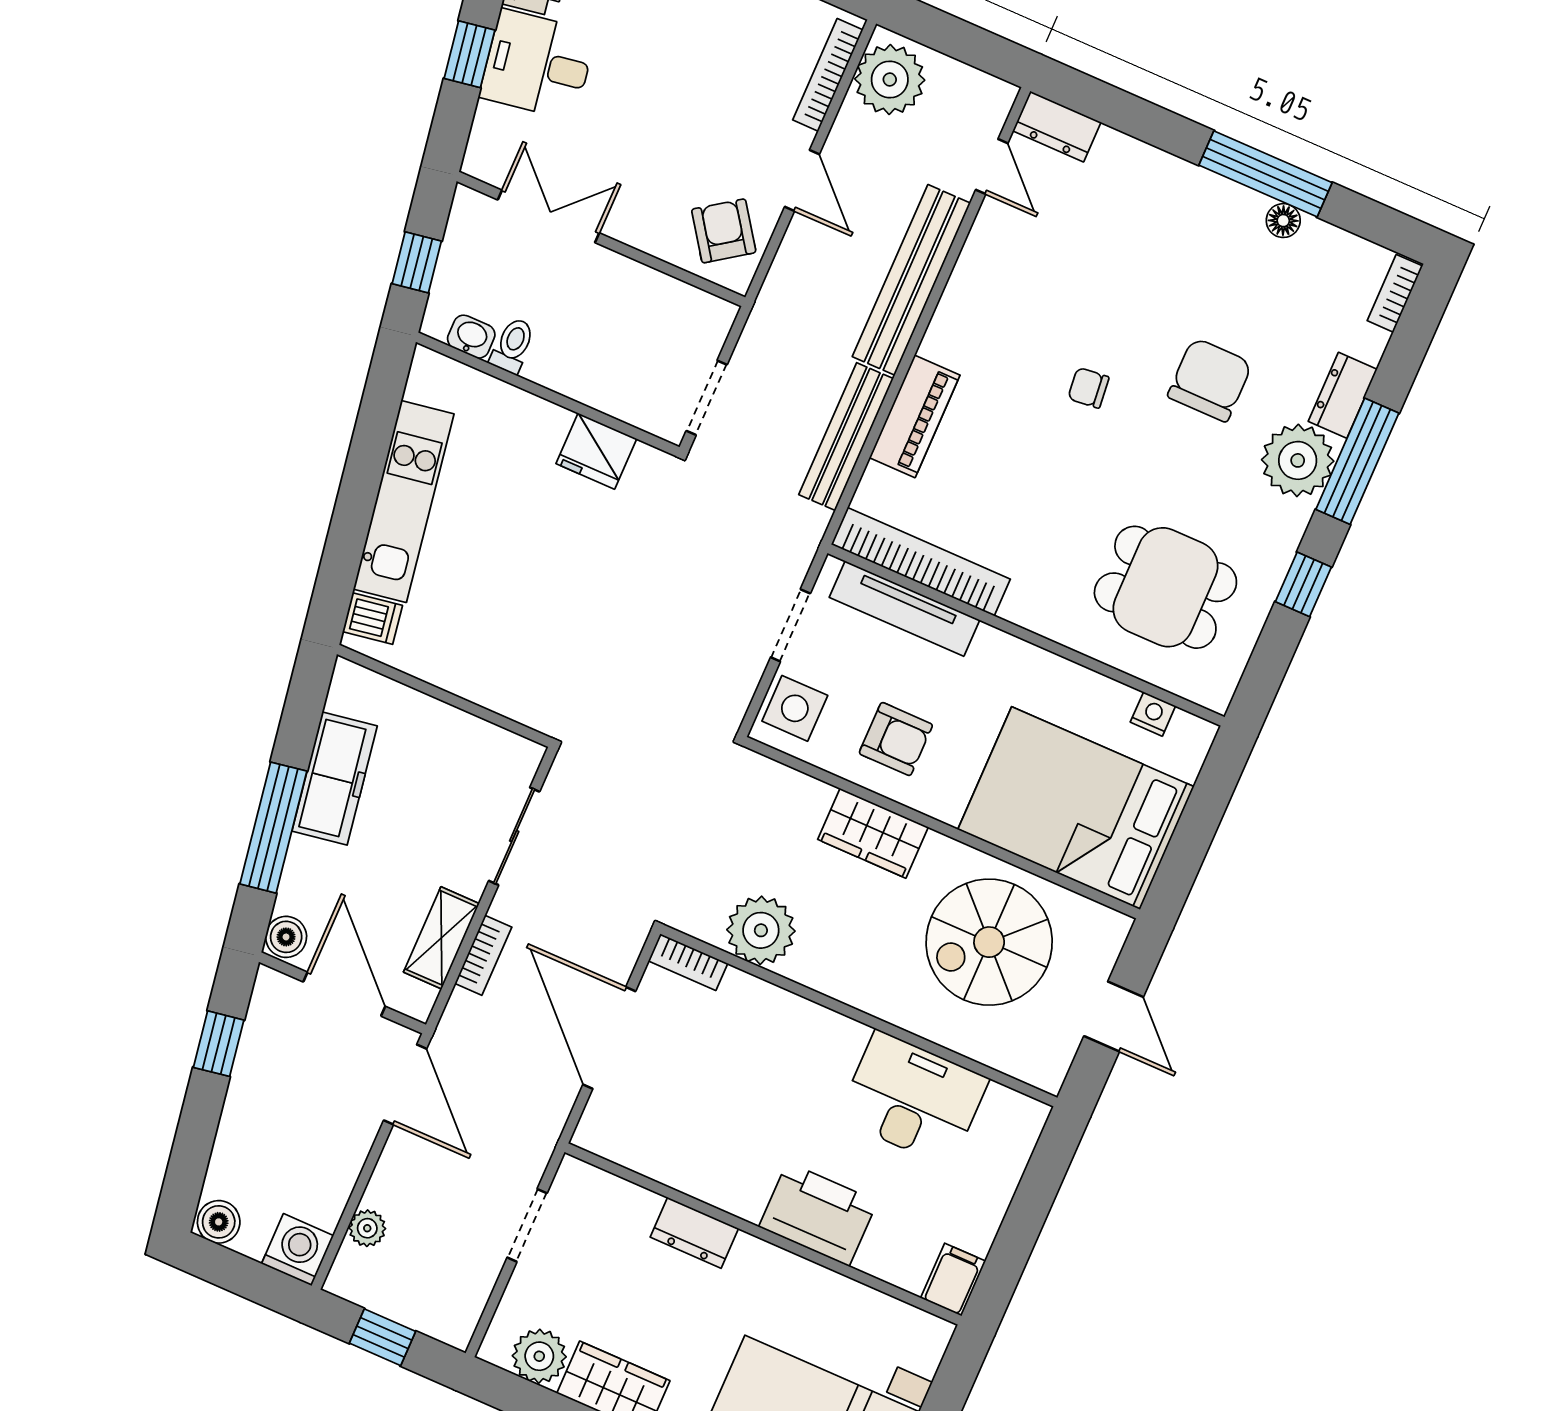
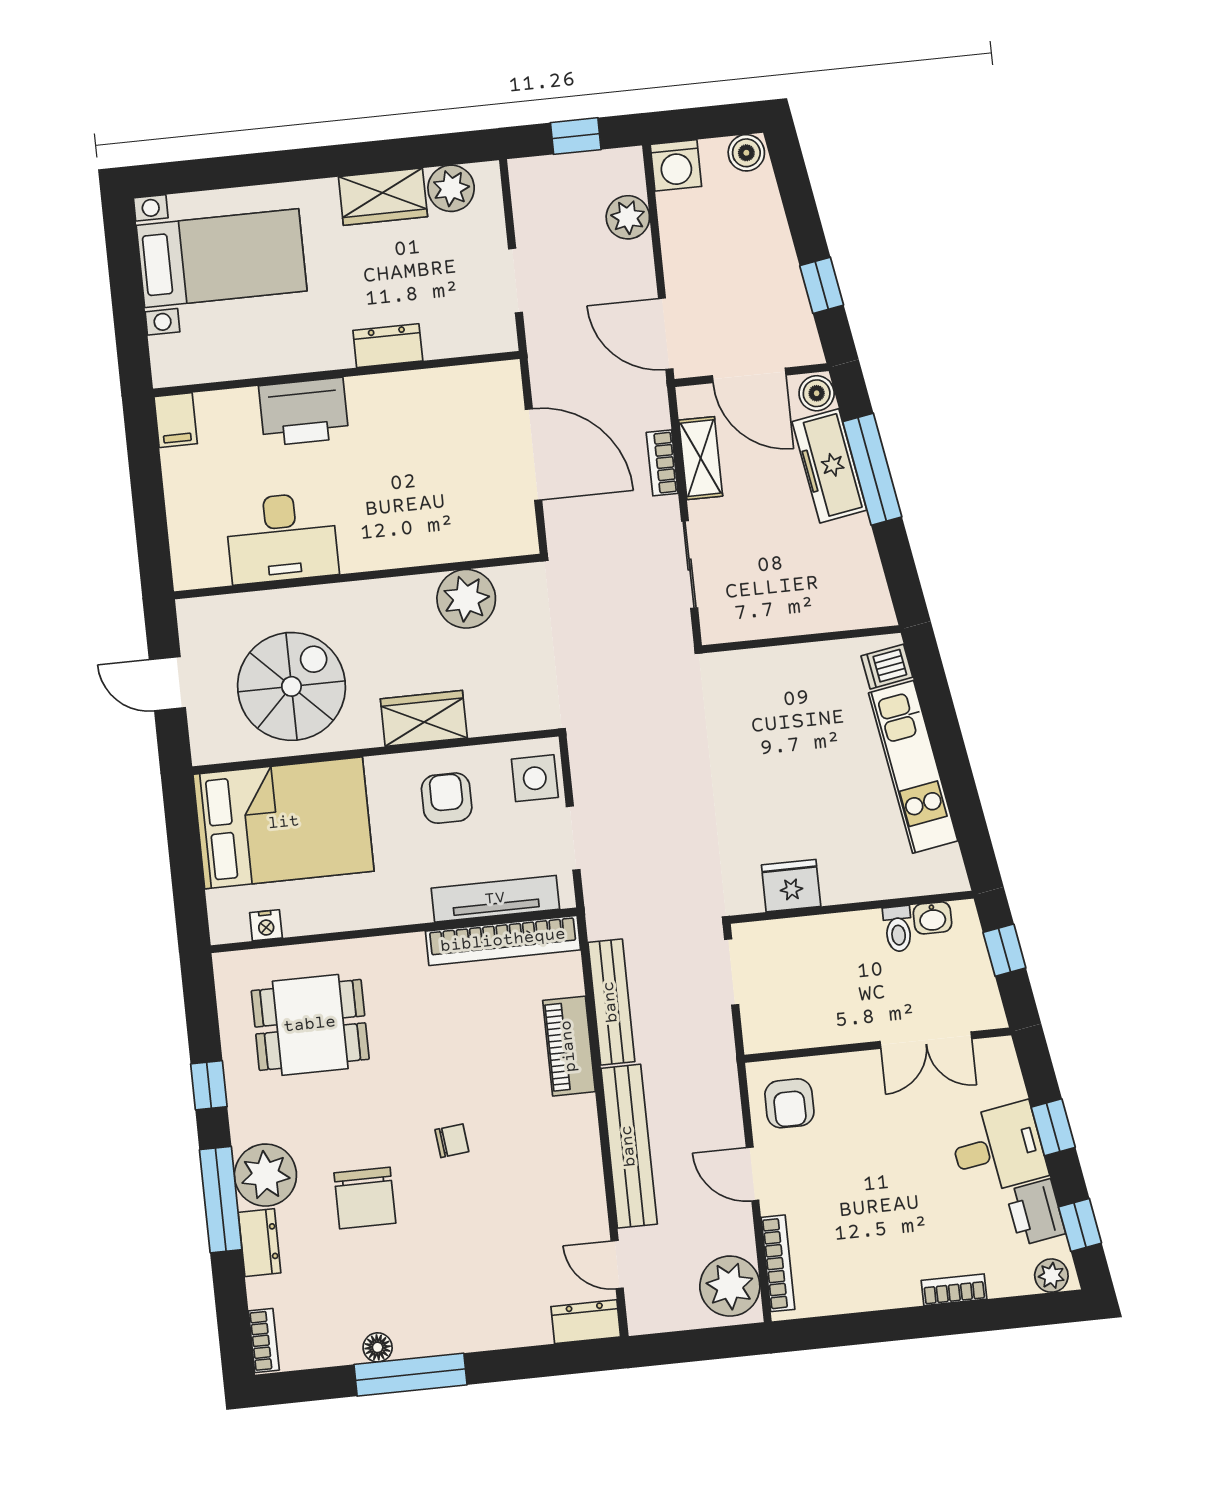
armchair: (724, 231) -> (789, 1103), turned 35
armchair: (896, 739) -> (447, 798), turned 90
freezer: (335, 779) -> (829, 466), moved
bookcase: (688, 962) -> (507, 544), removed
plant: (367, 1228) -> (628, 217), width x1.38, depth x1.38

